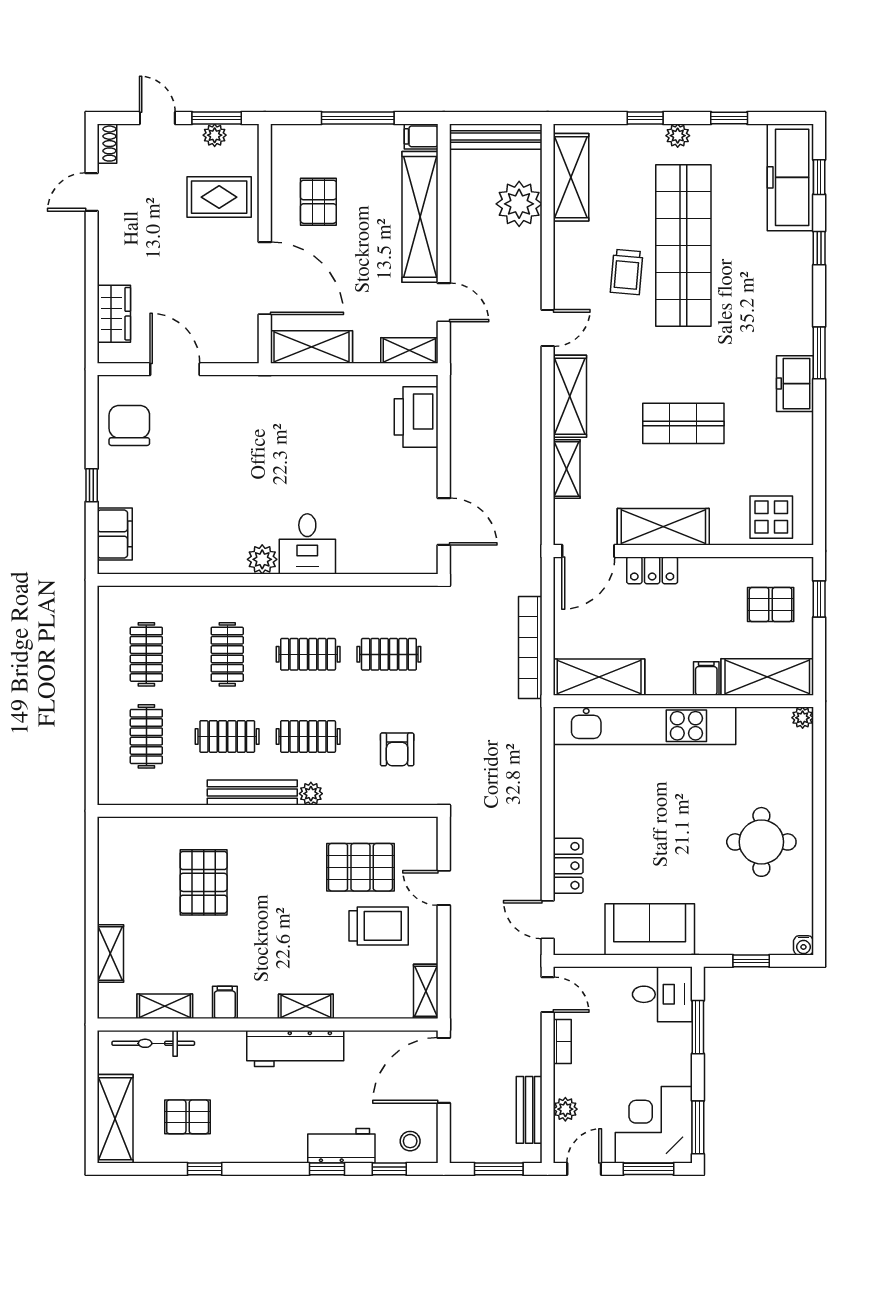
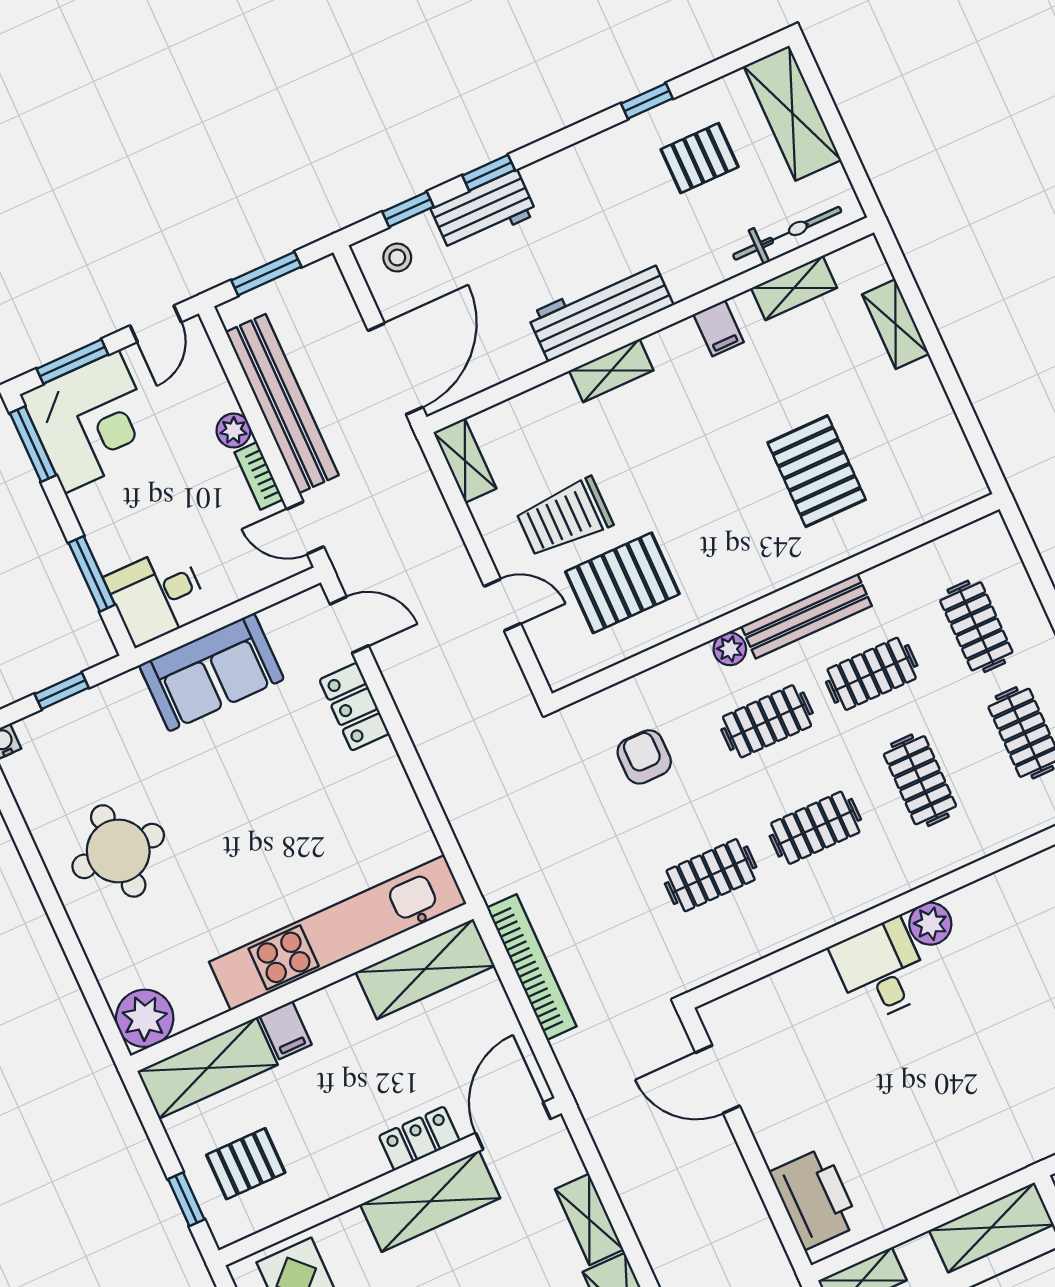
plant: (803, 718) -> (145, 1018), width x1.87, depth x1.87
plant: (565, 1109) -> (234, 430), moved
bench: (529, 1110) -> (282, 404), width x1.86, depth x1.21

